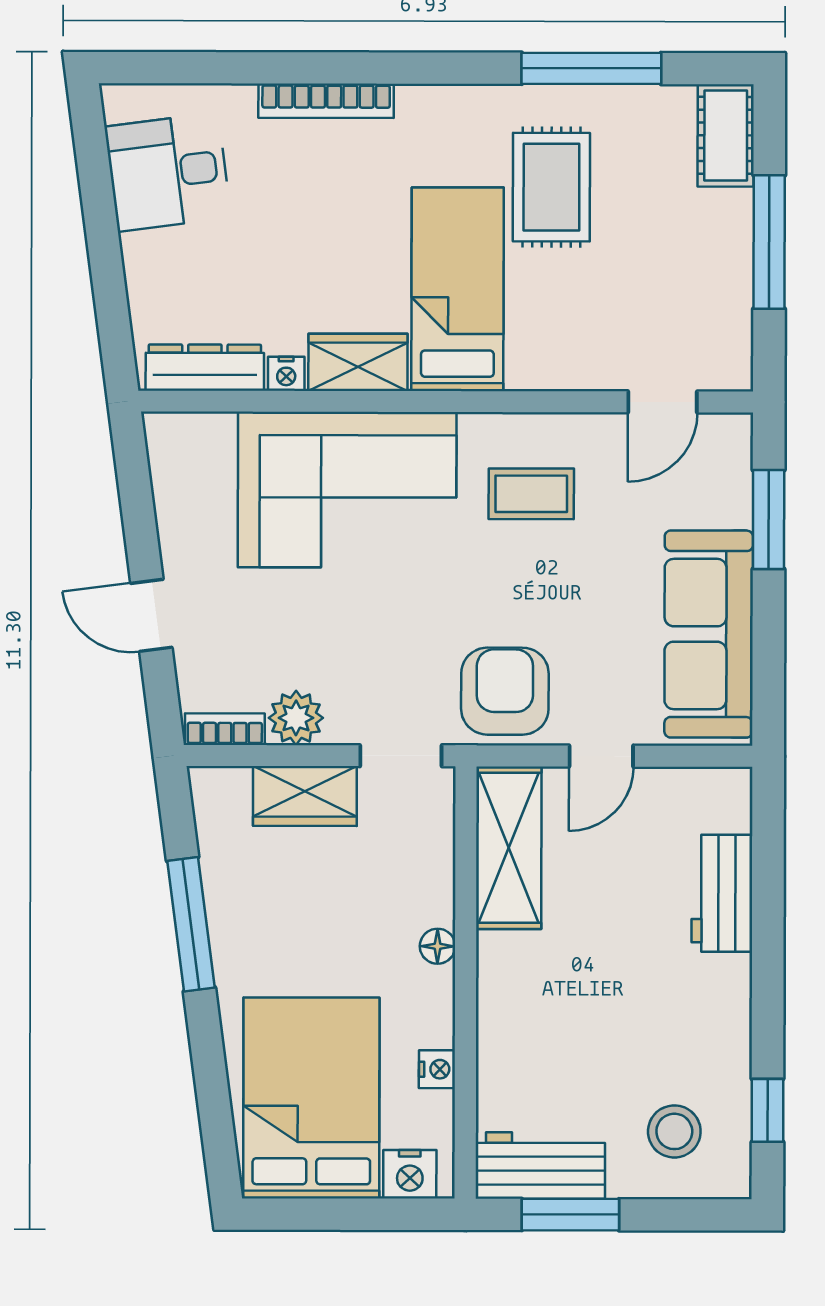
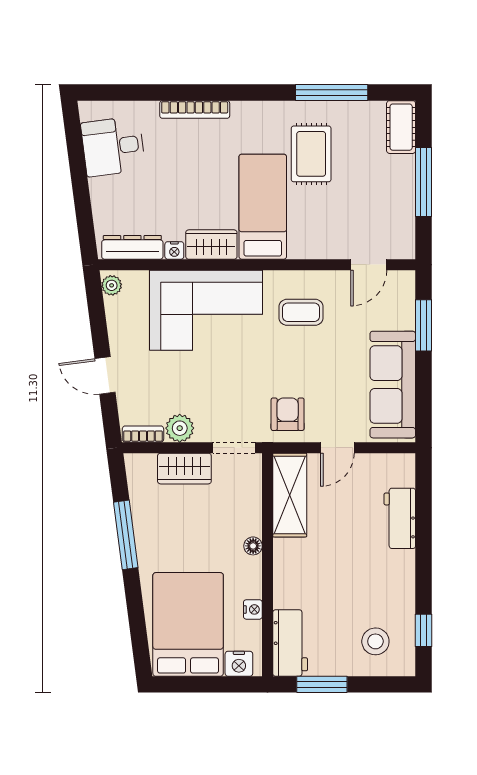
plant: (165, 441) -> (112, 285), added
armchair: (505, 691) -> (288, 414), width x0.72, depth x0.72
workbench: (540, 1165) -> (290, 643), moved, turned 90

